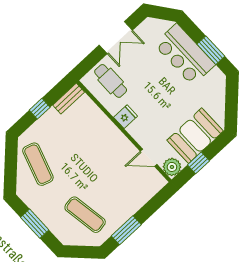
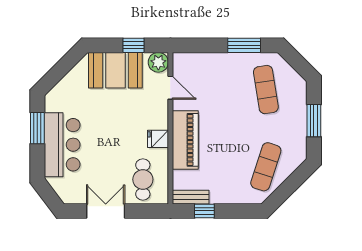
window: (40, 109) -> (204, 211), moved
piano: (107, 133) -> (185, 140), added

